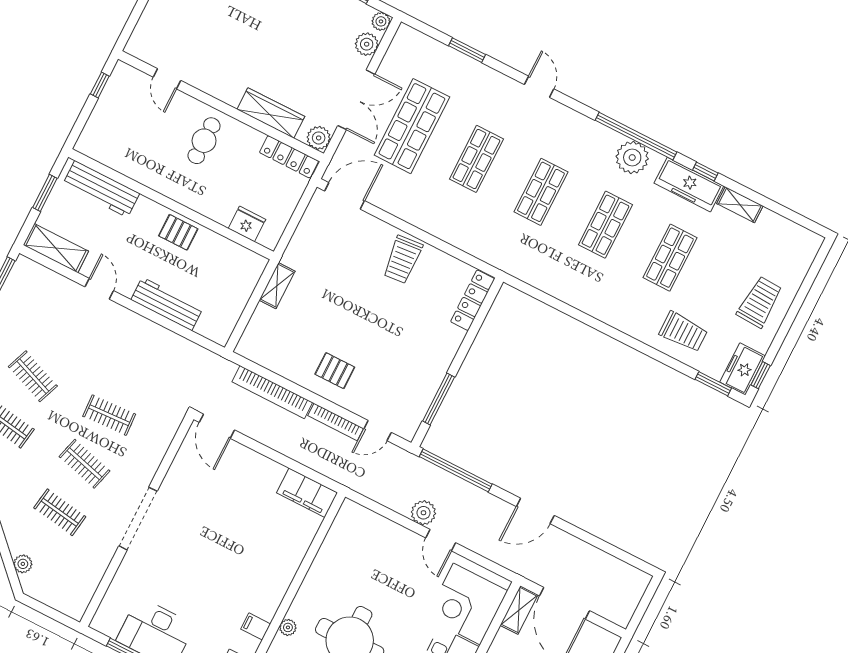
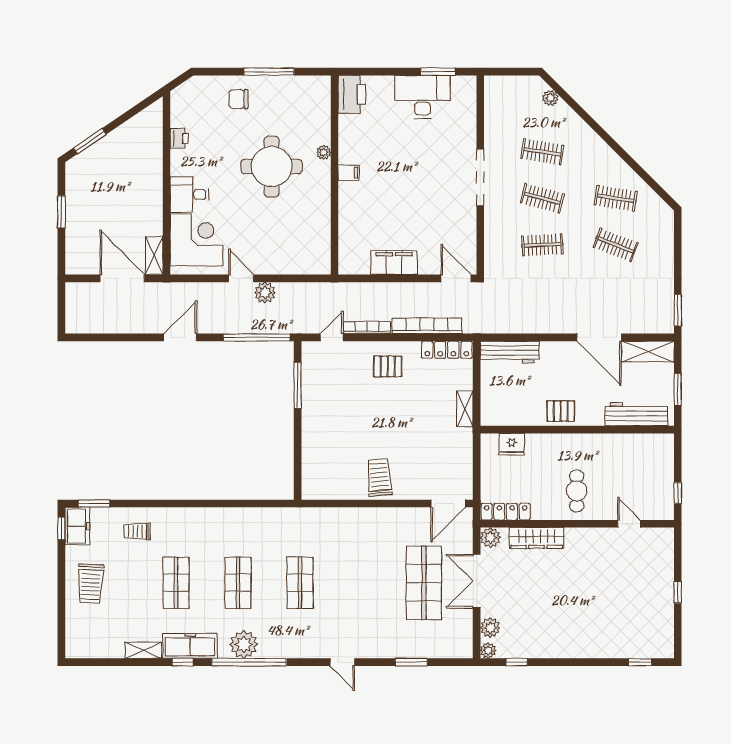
shop shelf: (476, 159) -> (362, 583), removed
door: (99, 289) -> (599, 337), width x1.88
locker: (473, 300) -> (447, 350), moved, turned 90
workbench: (167, 304) -> (510, 352), moved
trolley: (683, 332) -> (137, 531), width x0.73, depth x0.72
filing cabinet: (307, 493) -> (394, 263), moved
filing cabinet: (256, 626) -> (349, 173), moved

